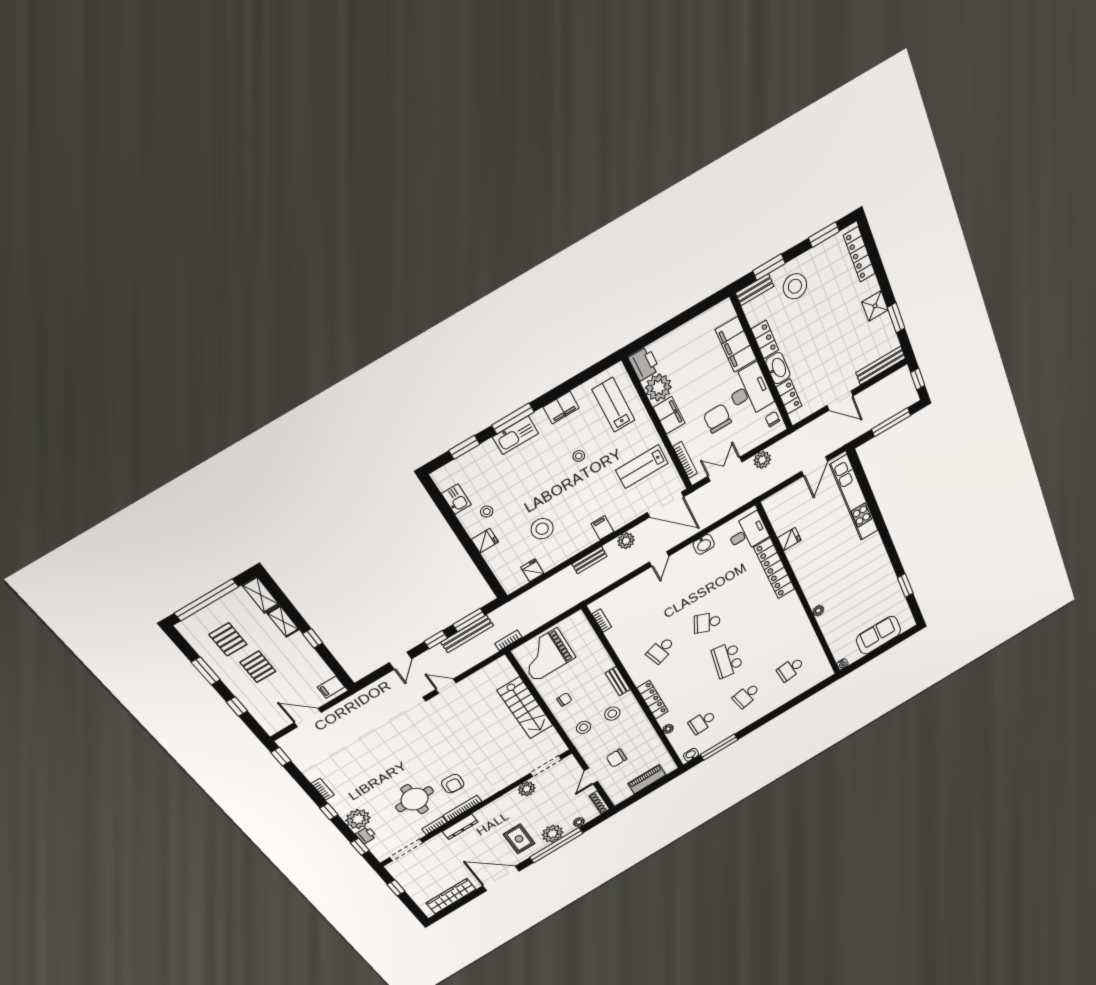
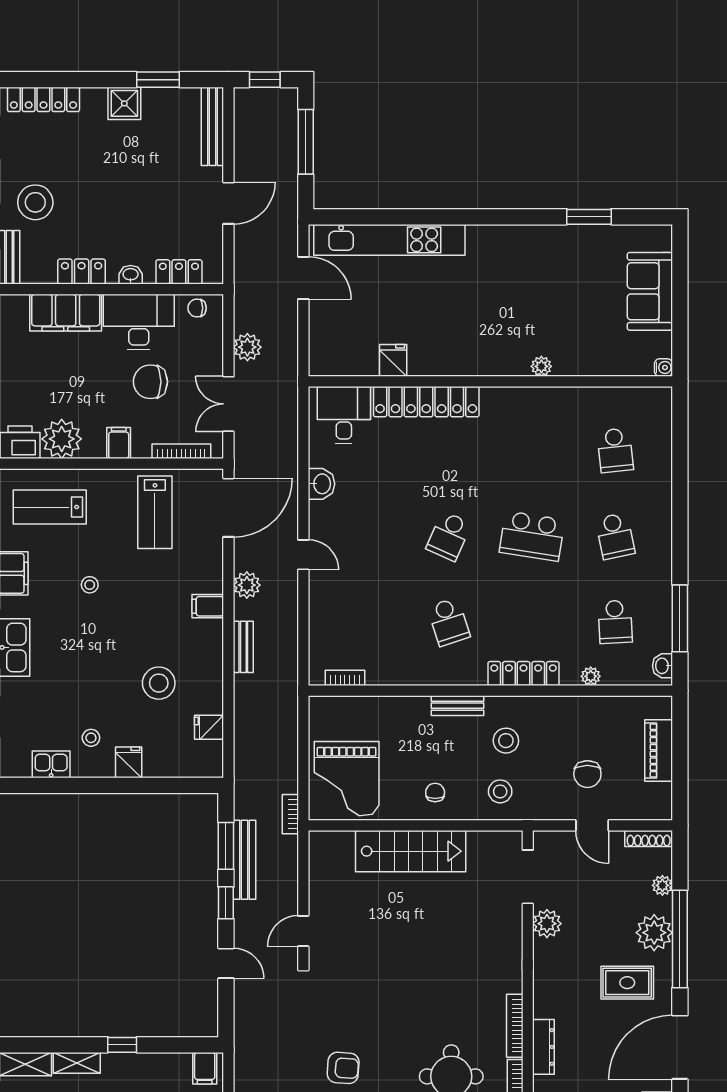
washbasin: (778, 368) -> (131, 275), width x0.52, depth x0.69
filing cabinet: (669, 415) -> (119, 443), width x0.50
armchair: (453, 784) -> (343, 1068), moved

